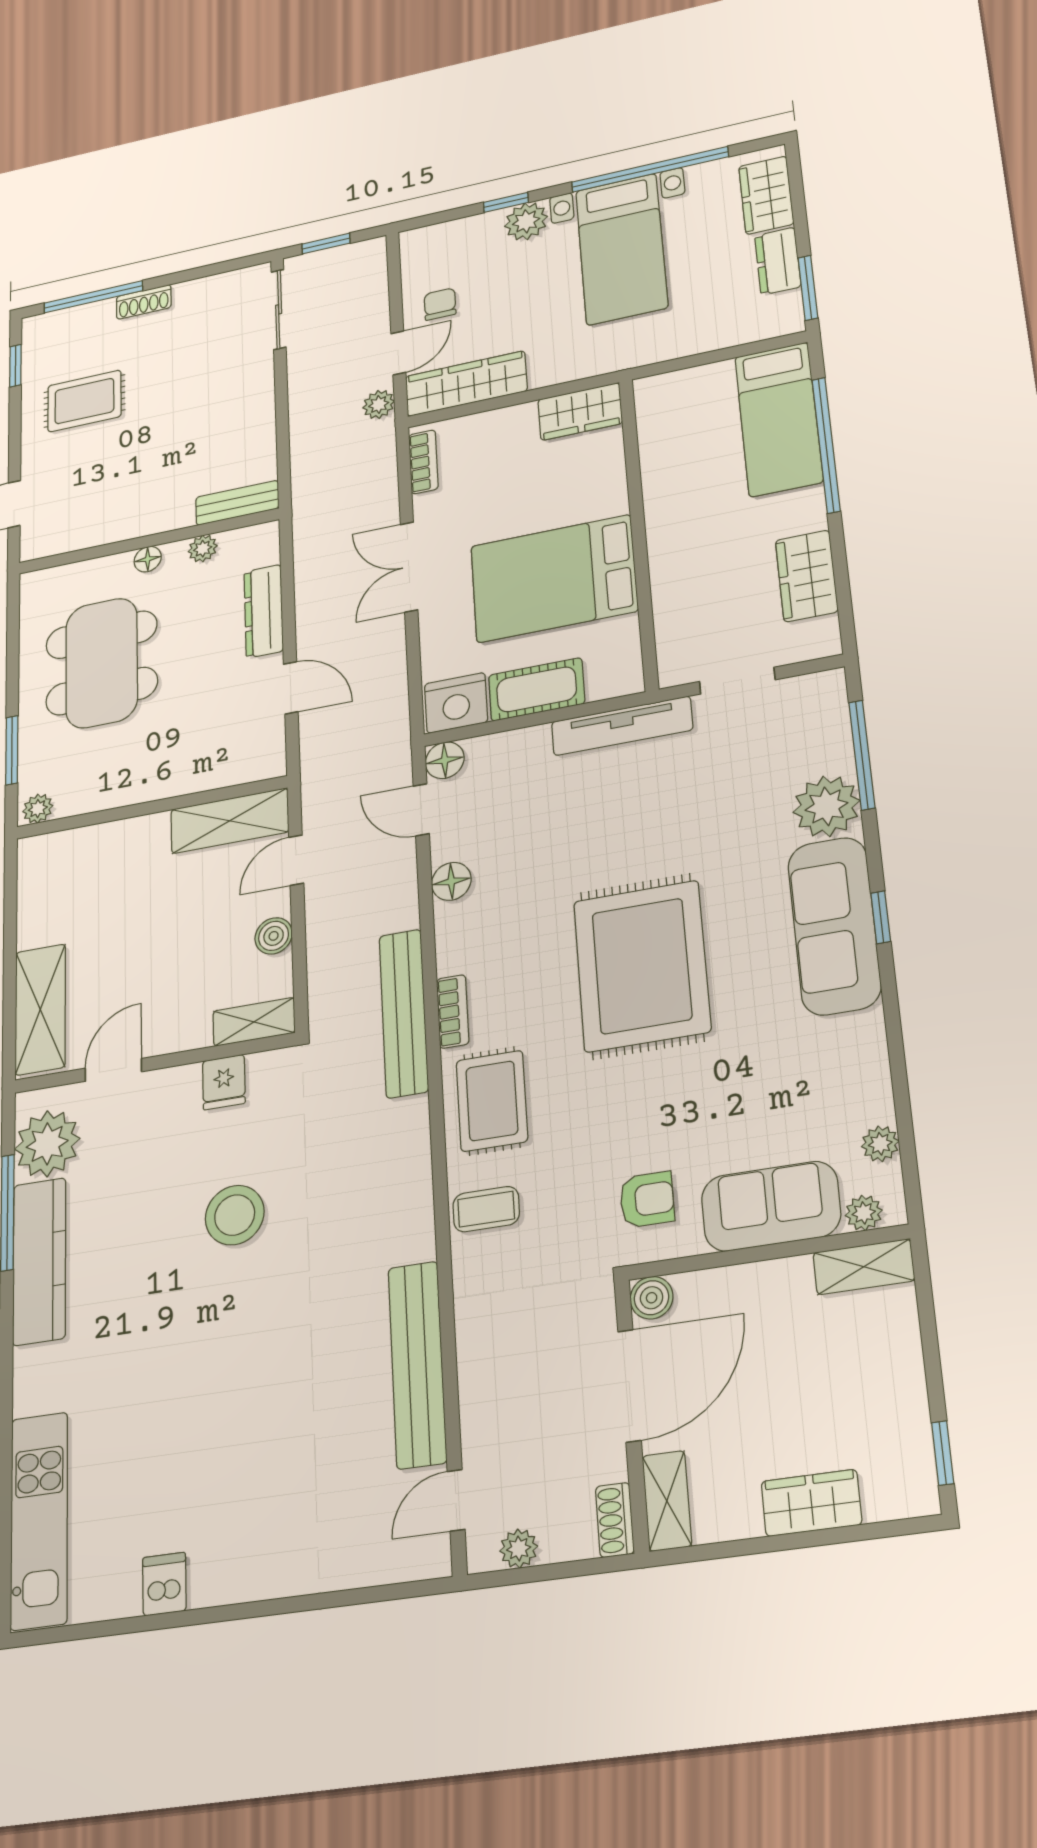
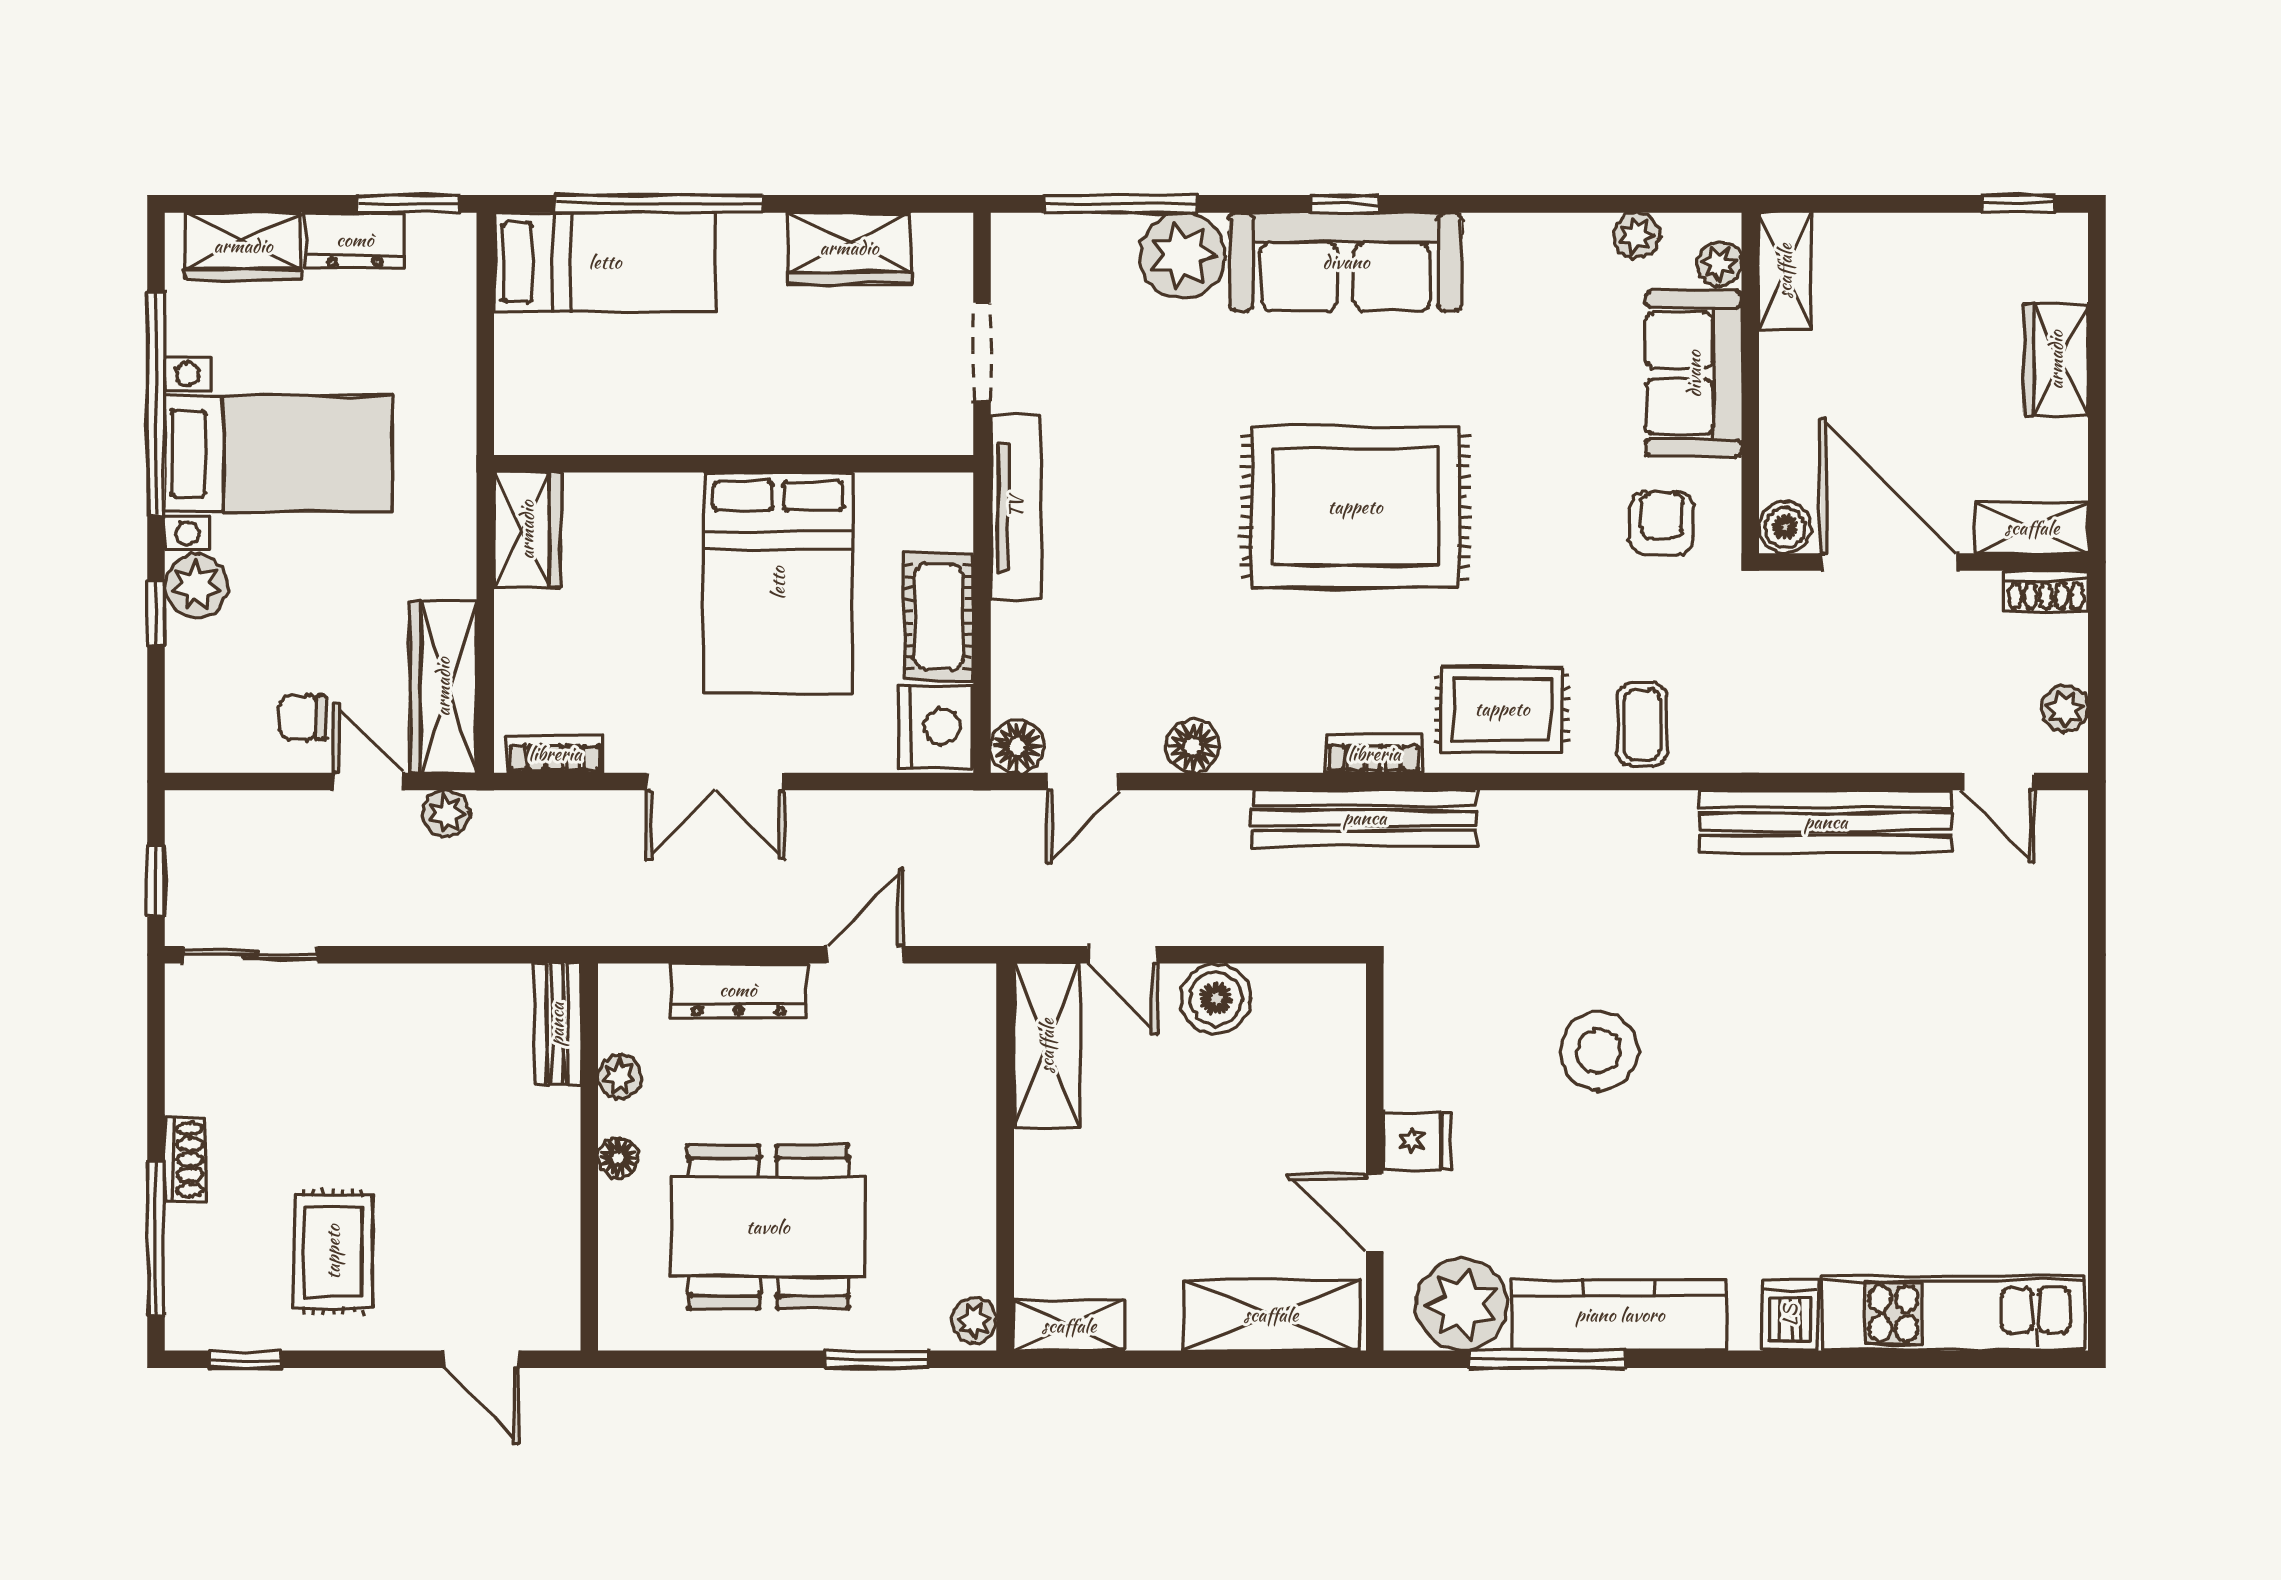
boiler: (274, 936) -> (1216, 998), width x1.36, depth x1.36
shelving: (254, 1022) -> (1069, 1326), moved, turned 90
fridge: (224, 1082) -> (1417, 1141), moved
dishwasher: (164, 1584) -> (1790, 1315), moved, turned 90

